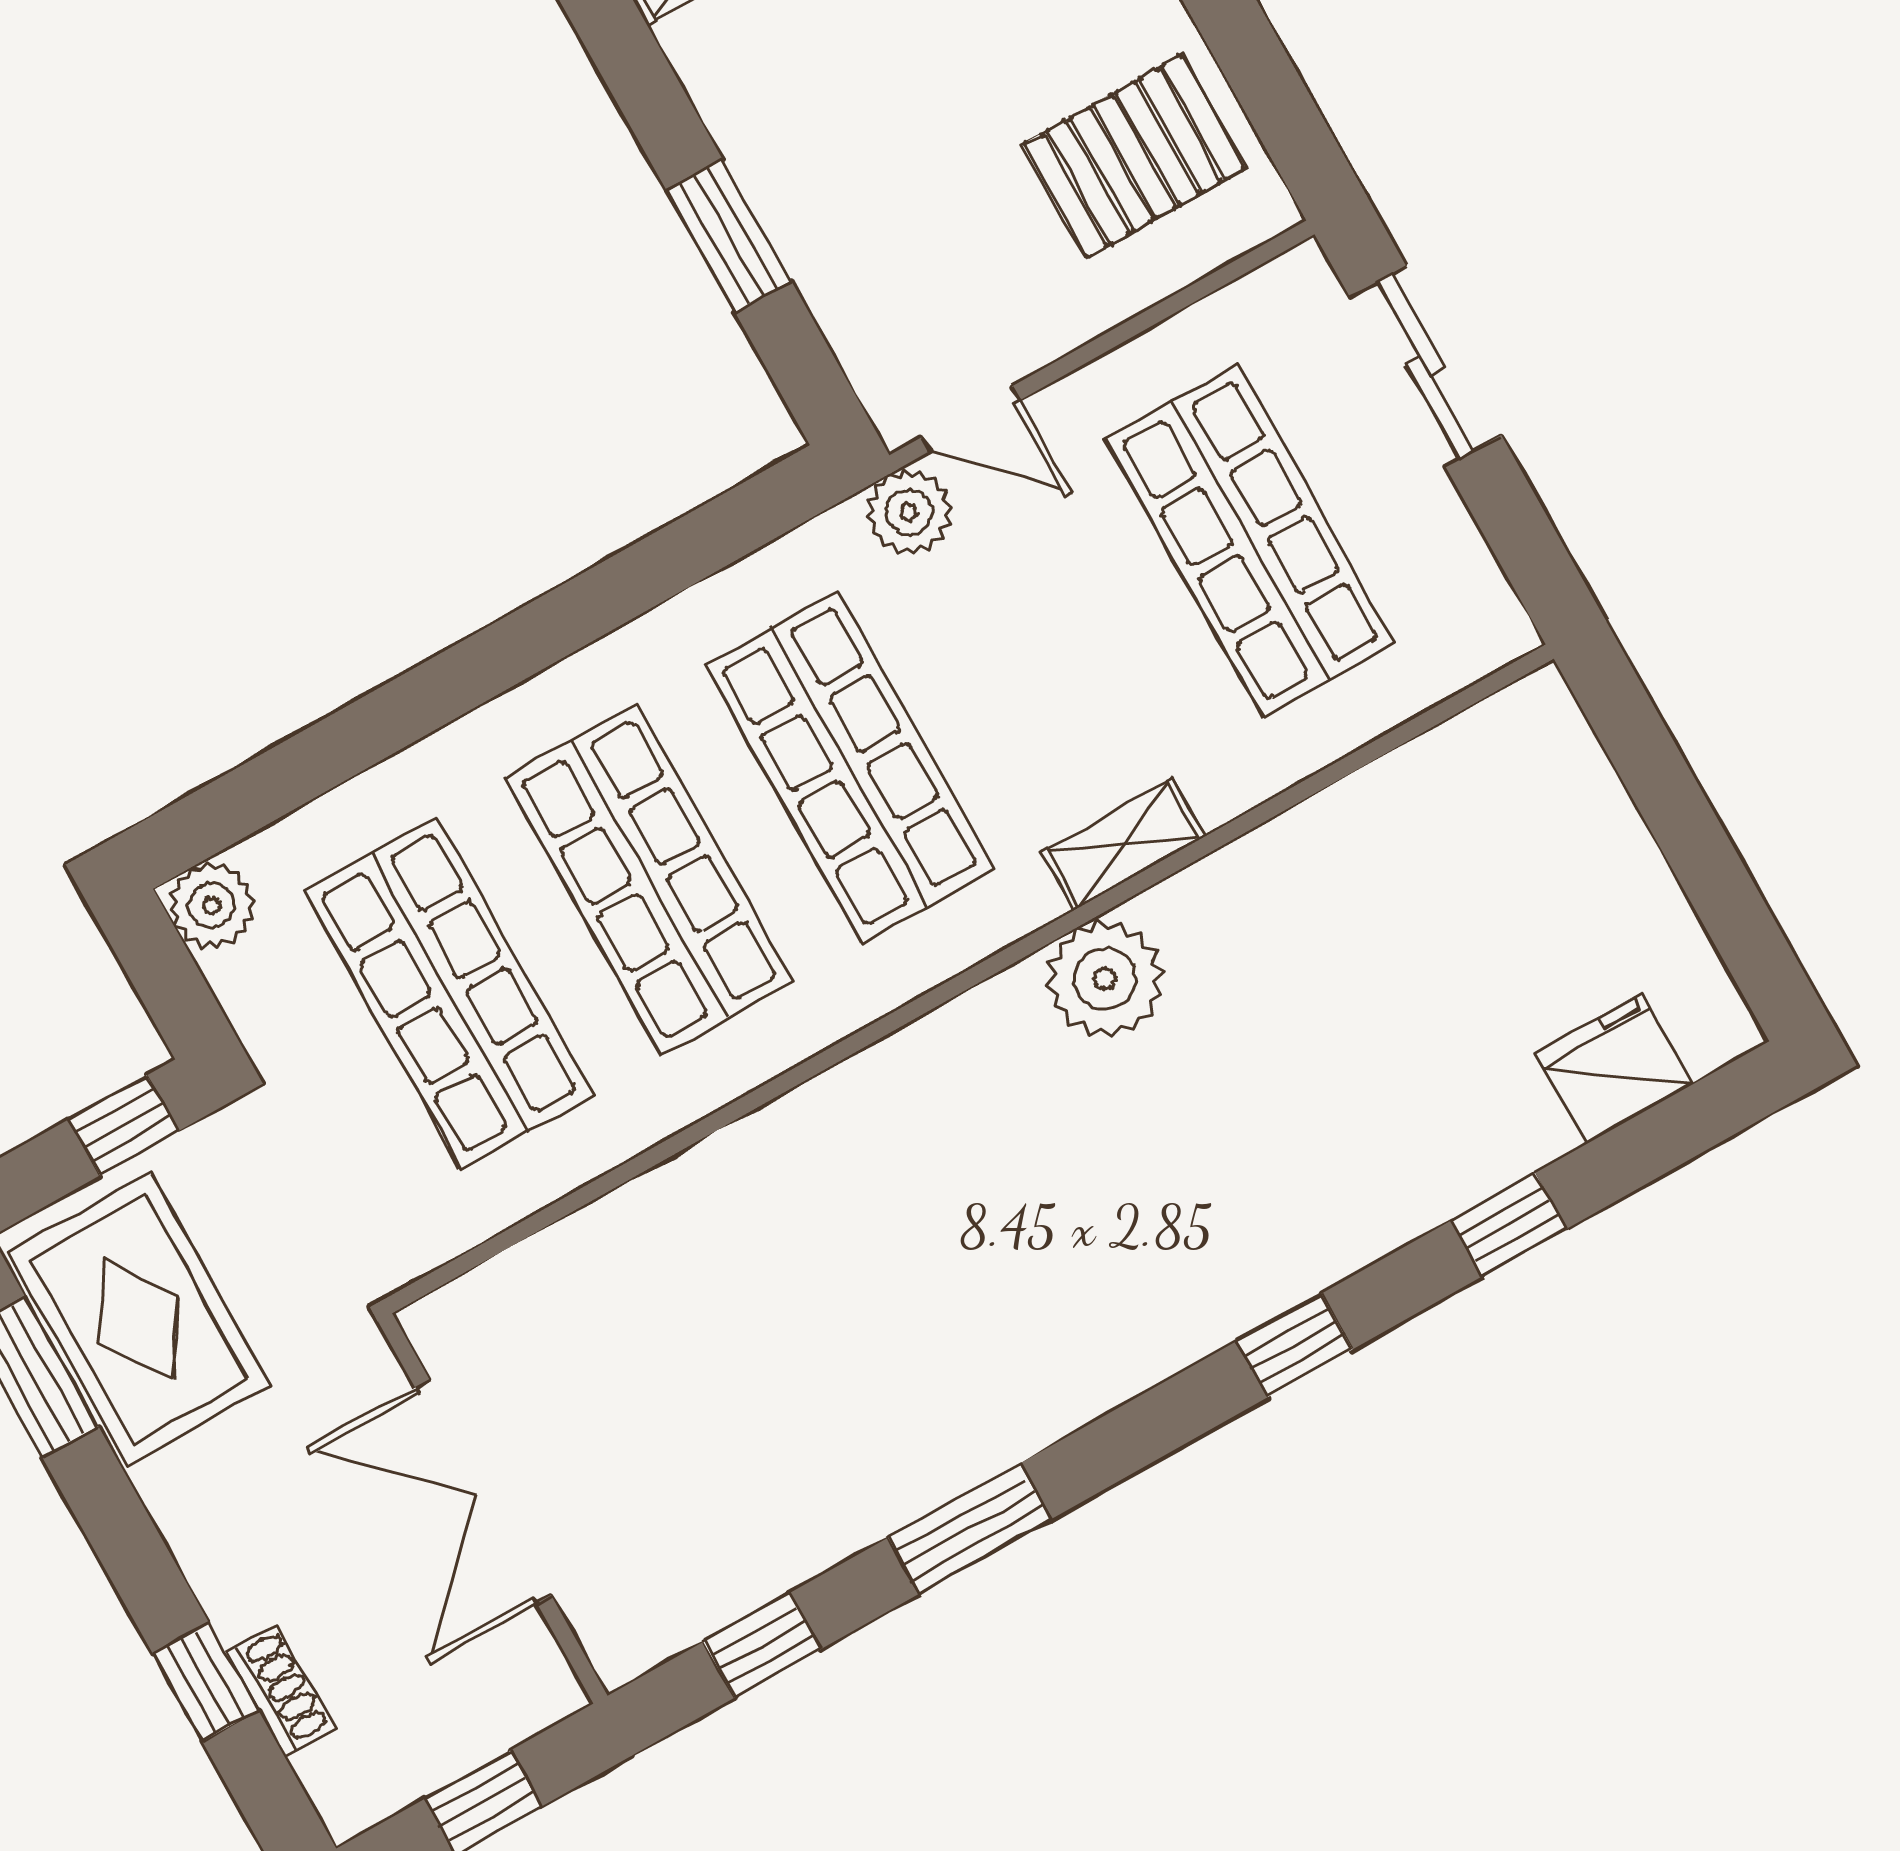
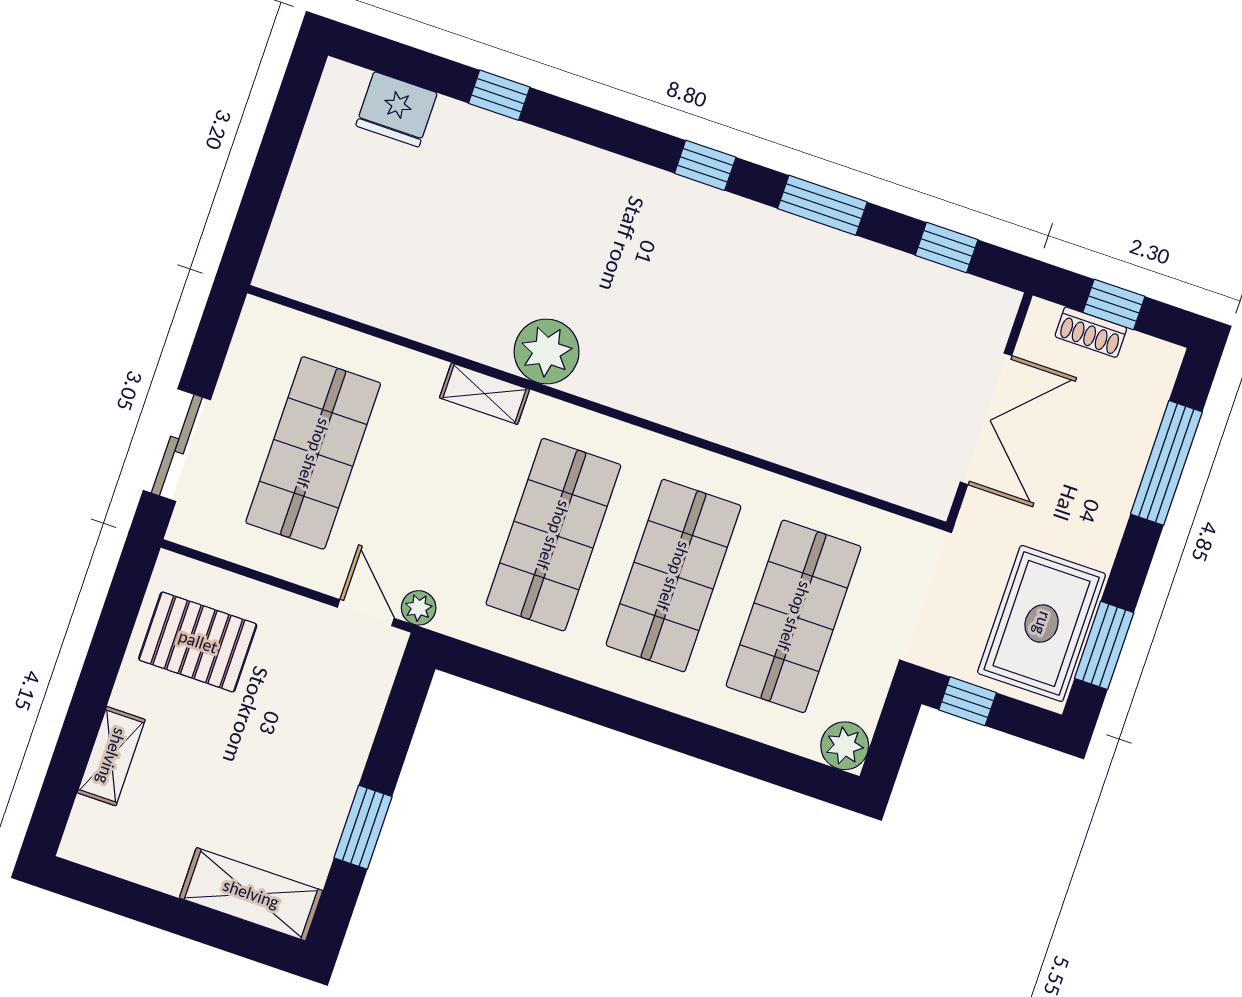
window: (729, 236) -> (363, 827), moved
plant: (909, 512) -> (419, 608), width x0.73, depth x0.73
window: (1295, 1345) -> (705, 165), moved
window: (206, 1682) -> (1166, 463), width x2.17
shoe rack: (280, 1691) -> (1091, 332), moved, turned -90

